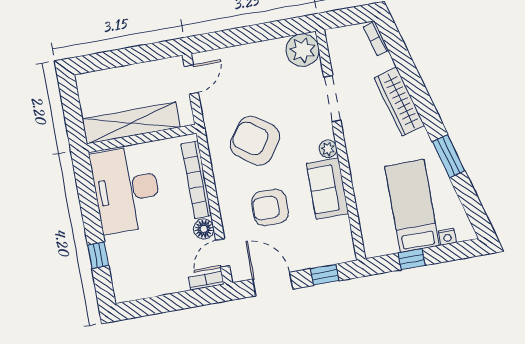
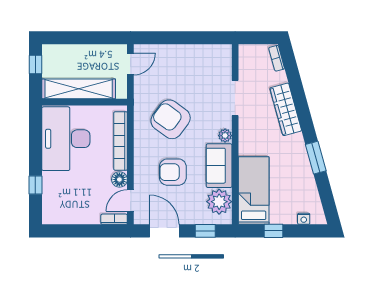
plant: (303, 50) -> (219, 202), moved
window: (71, 102) -> (35, 65), added
bed: (412, 206) -> (254, 190), moved

